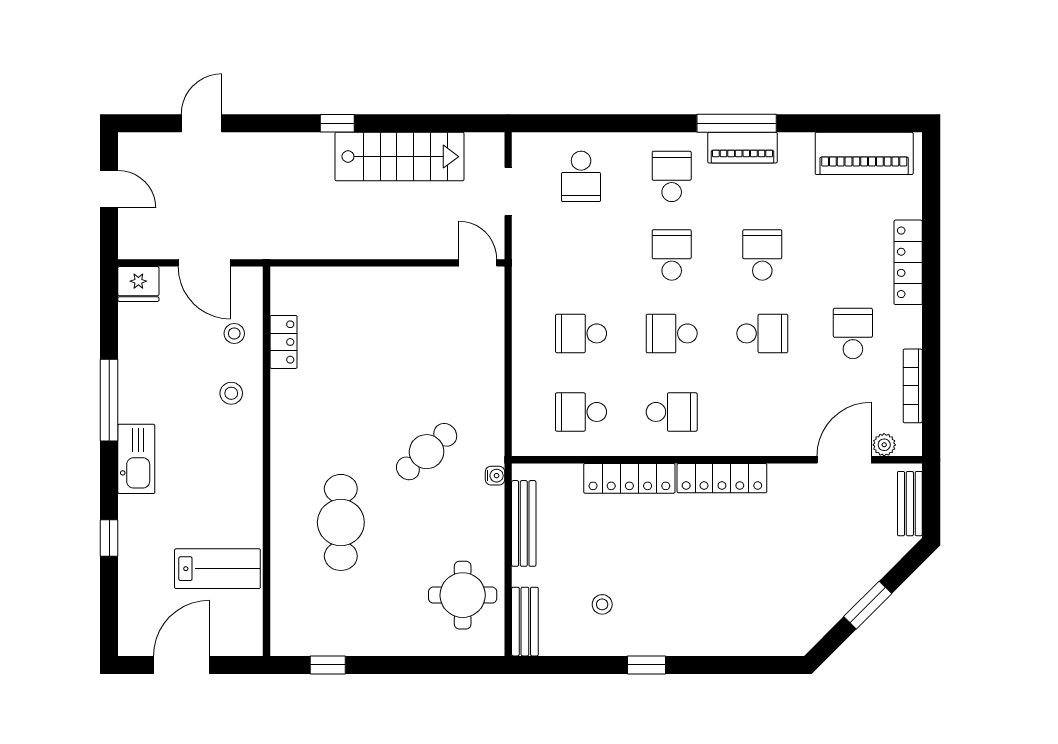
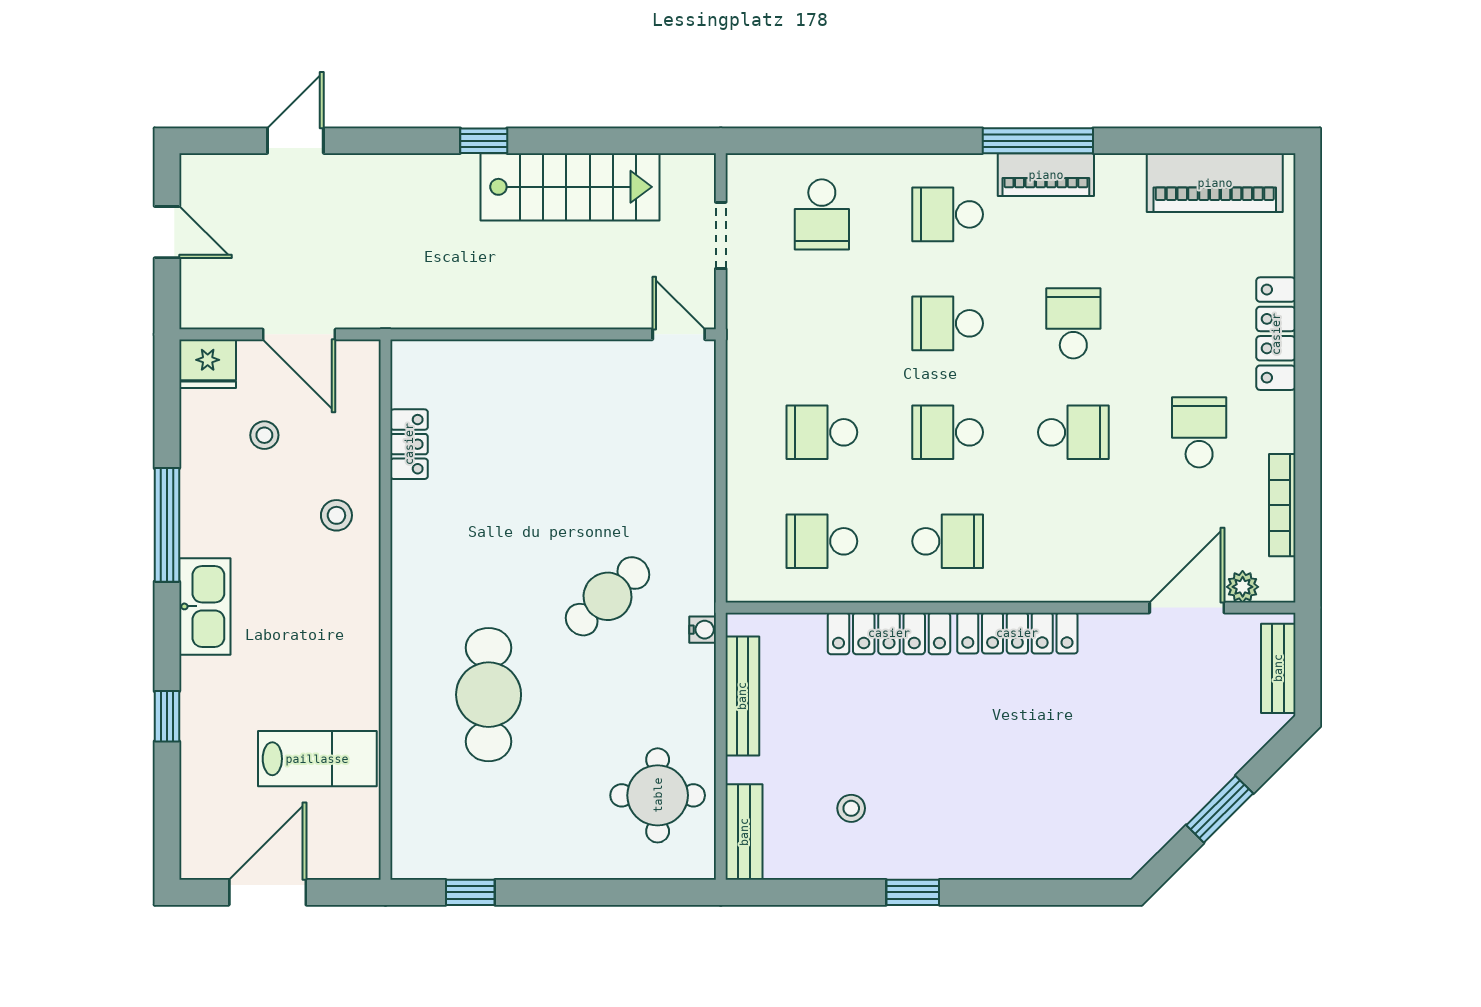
school desk: (672, 176) -> (948, 214), turned -90
school desk: (672, 255) -> (948, 323), turned -90
stool: (234, 333) -> (264, 435), moved

